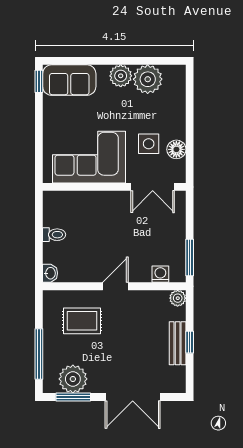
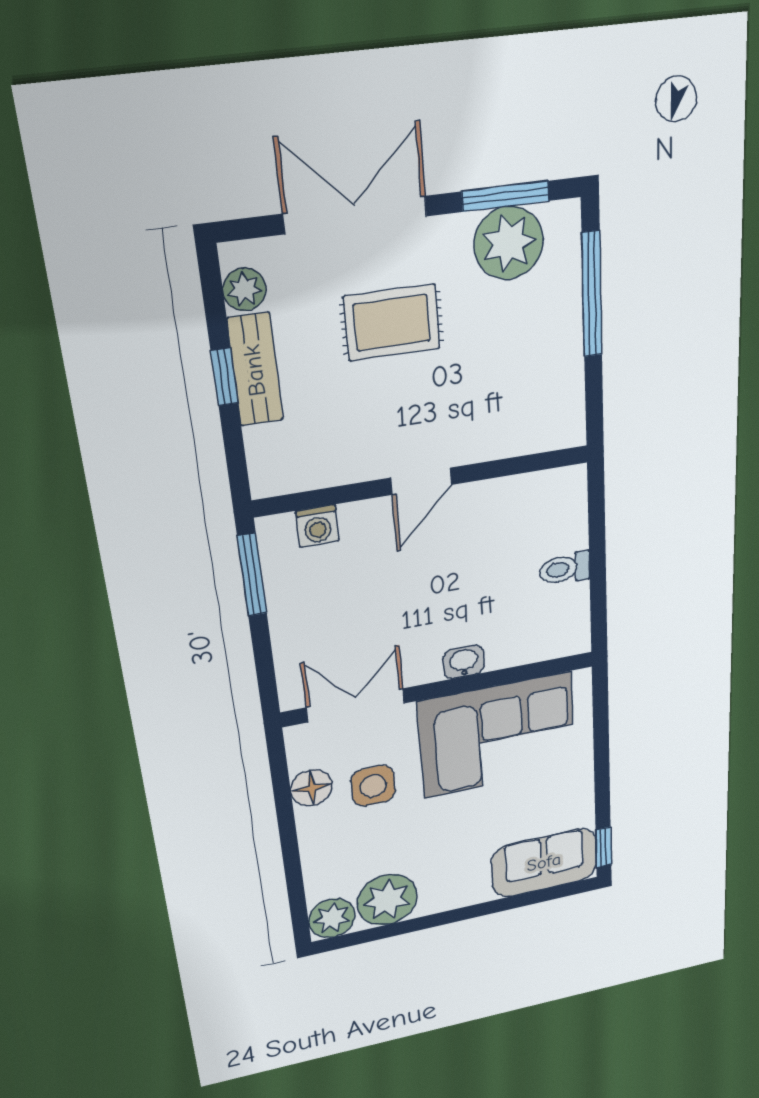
plant: (121, 76) -> (332, 918), moved
washbasin: (50, 273) -> (464, 662), moved, turned 90
plant: (178, 298) -> (244, 289), moved
rug: (82, 321) -> (392, 323), moved

